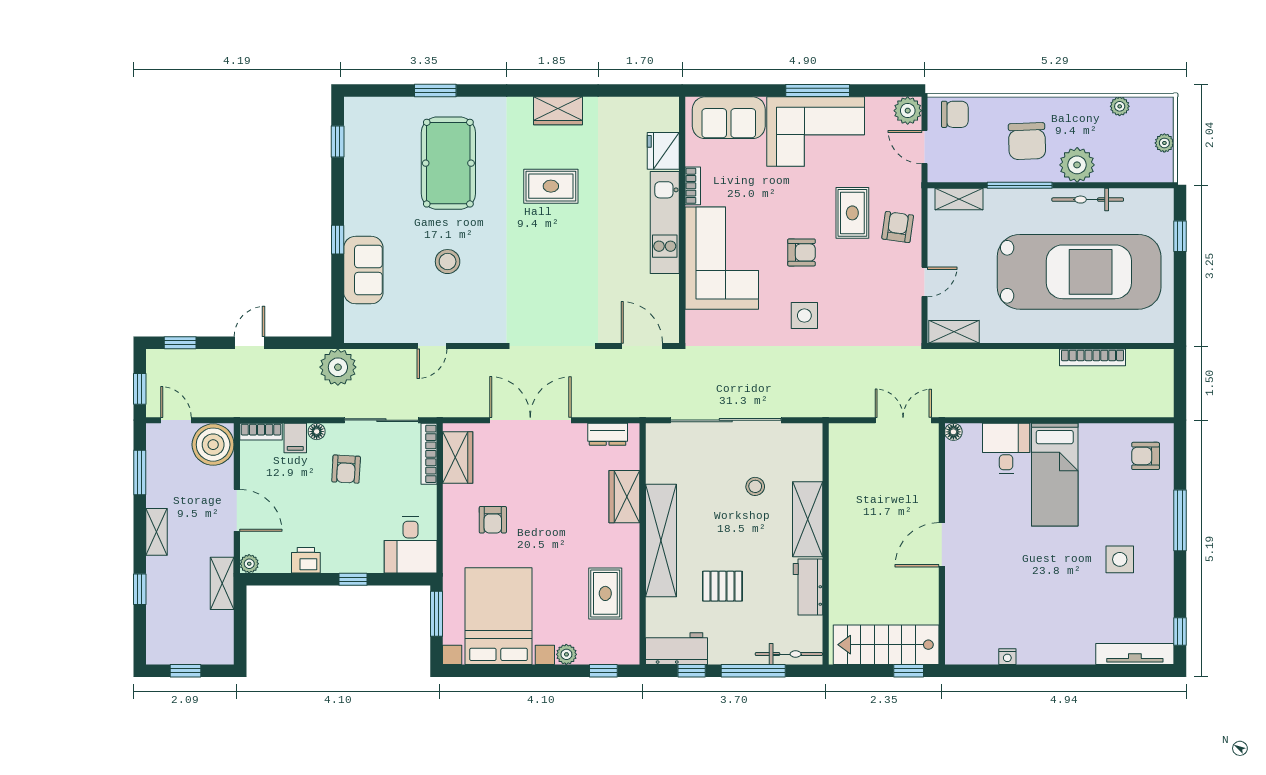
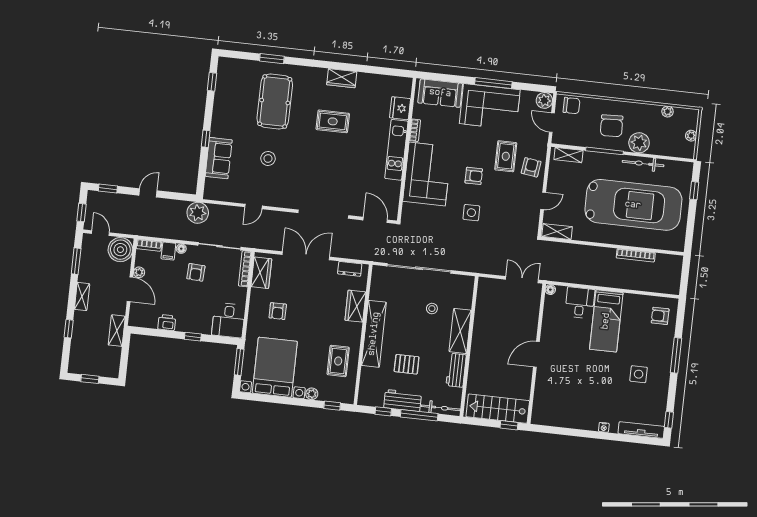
plant: (249, 564) -> (139, 272), moved
workbench: (677, 649) -> (403, 400), moved
nightstand: (1007, 657) -> (604, 427), moved

